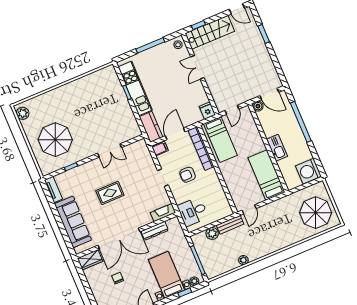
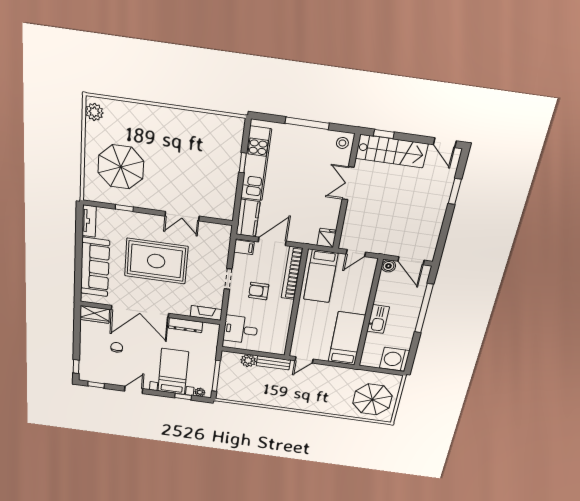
rug: (110, 193) -> (156, 261), width x1.86, depth x2.06
plant: (243, 260) -> (265, 401), removed

